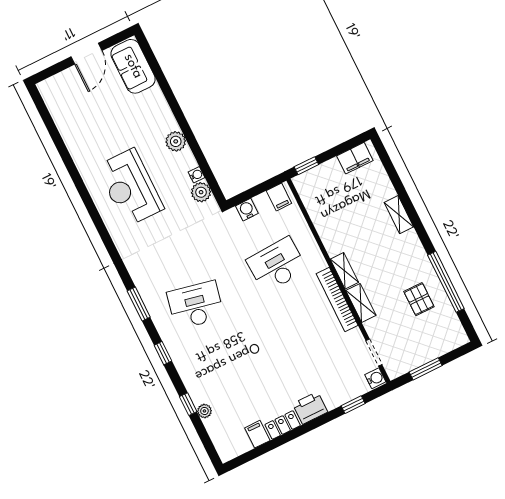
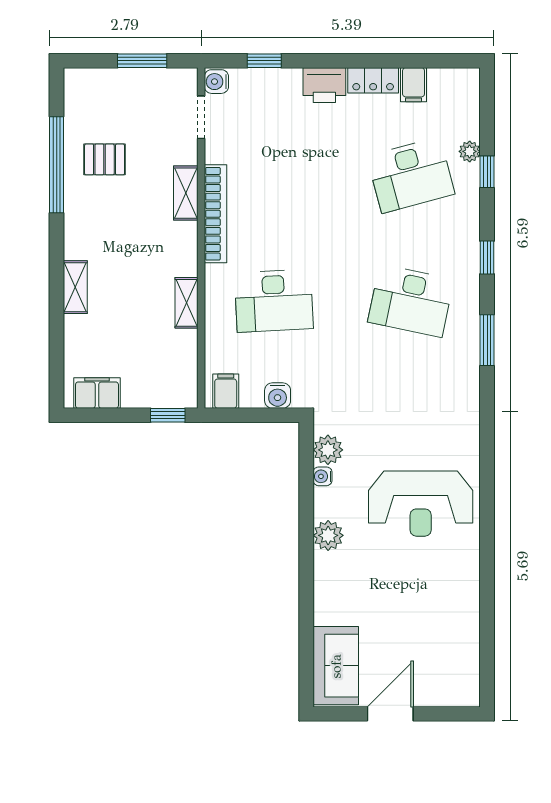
reception desk: (130, 187) -> (421, 504), turned 90
shelving: (344, 271) -> (187, 303), moved
pallet: (419, 299) -> (105, 159), turned 90
desk: (232, 380) -> (411, 175), added

